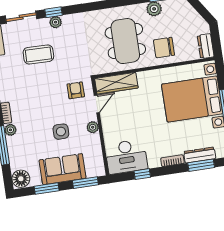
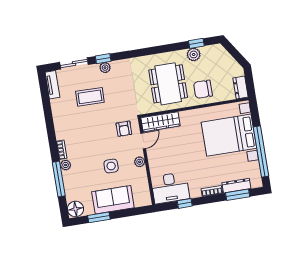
armchair: (76, 90) -> (124, 129), turned 180
window: (85, 183) -> (134, 212), removed

